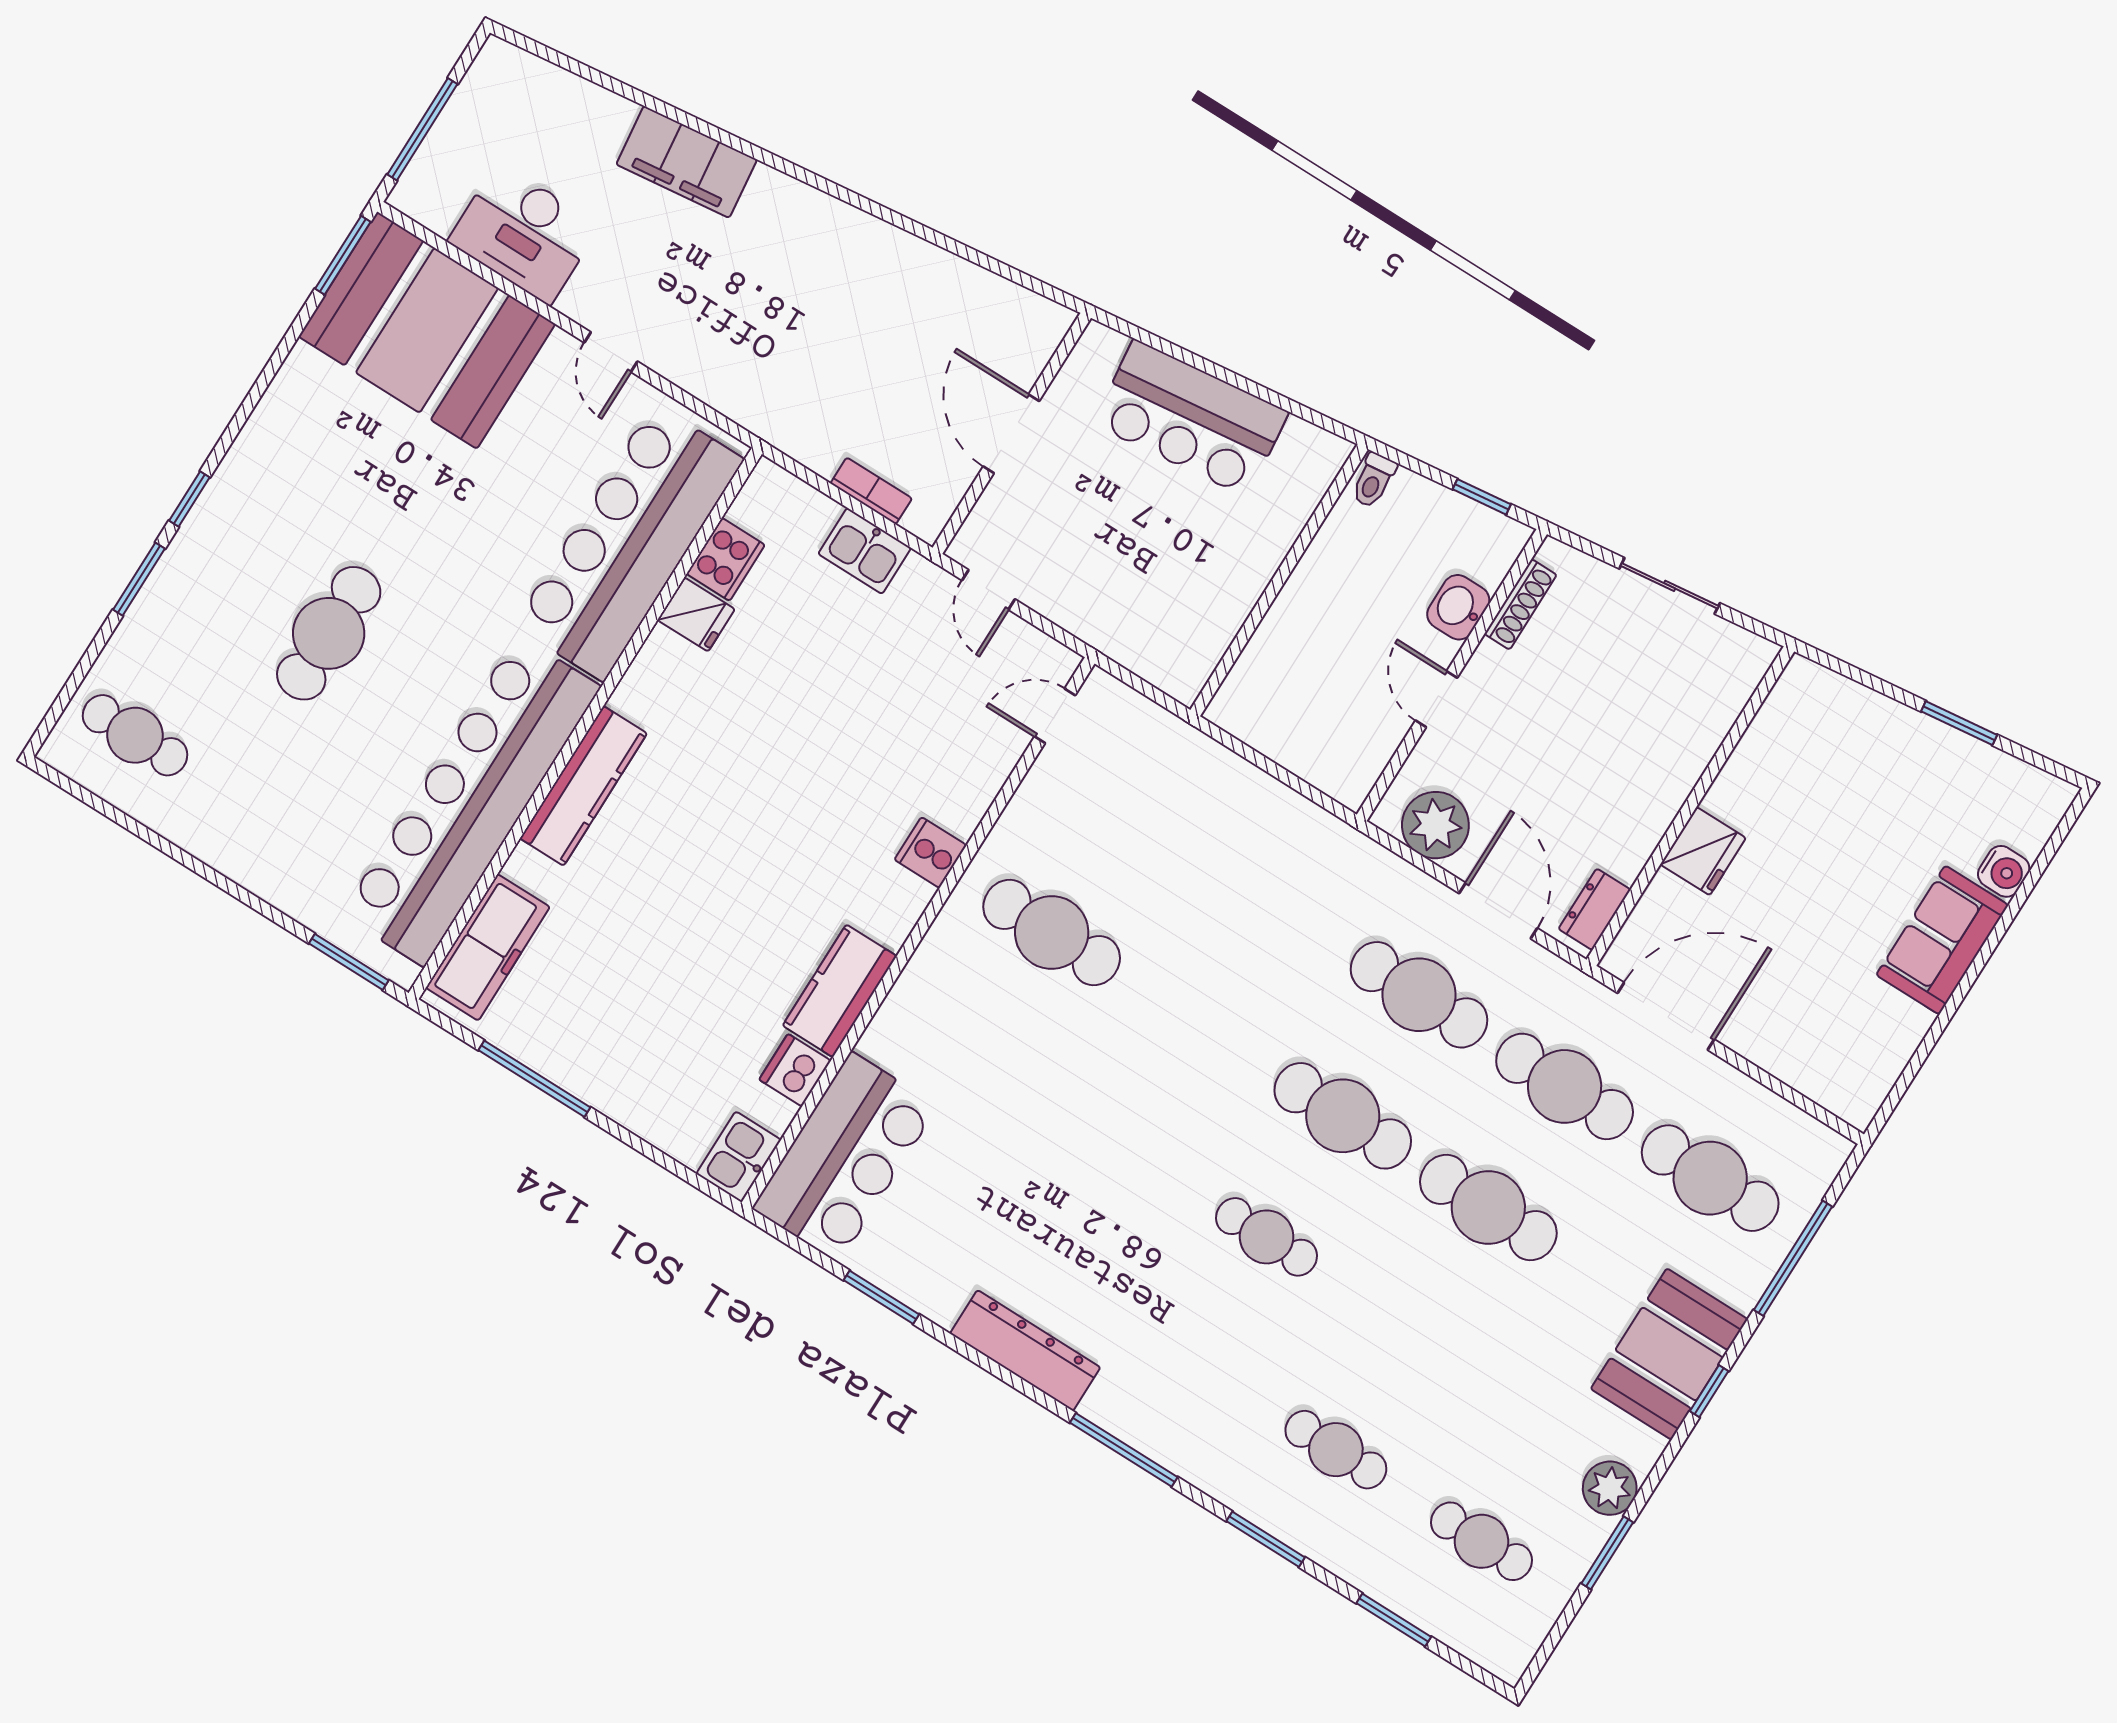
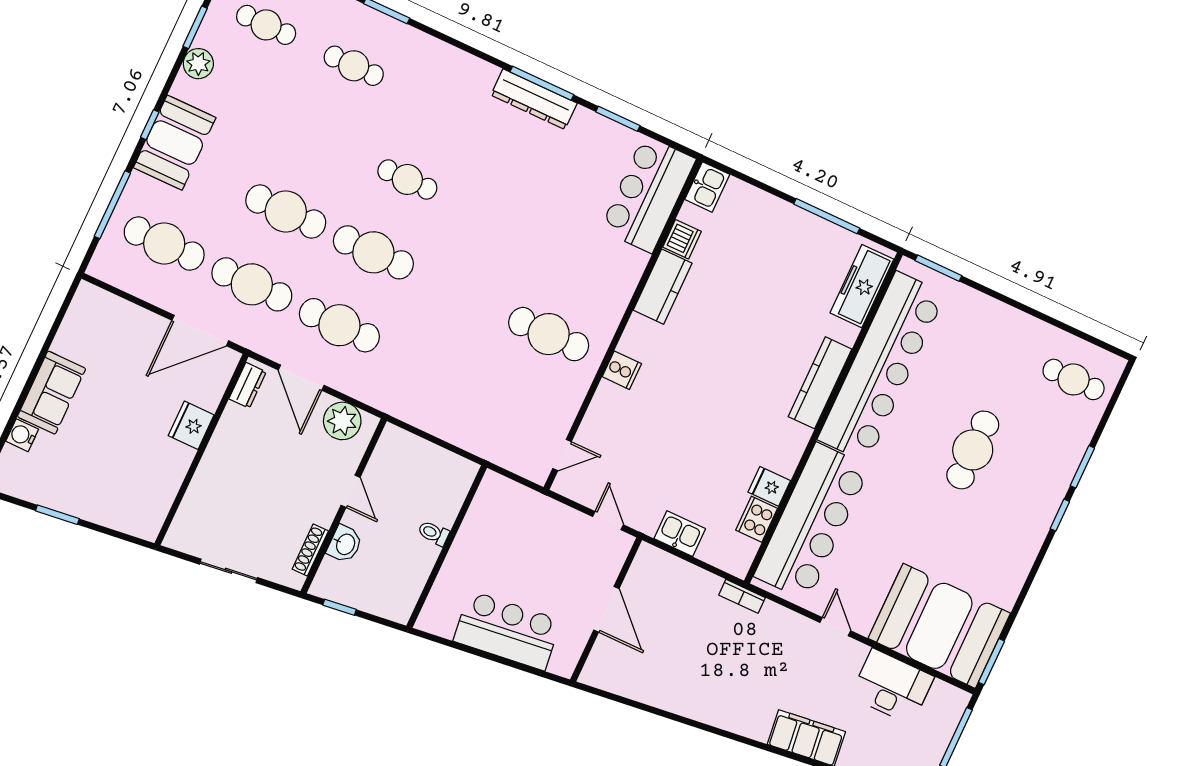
toilet: (1374, 480) -> (433, 533), moved, turned -83
bookcase: (871, 491) -> (742, 596), moved
window: (1124, 1450) -> (542, 83), moved

